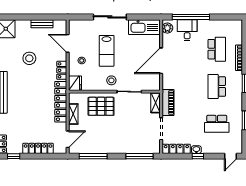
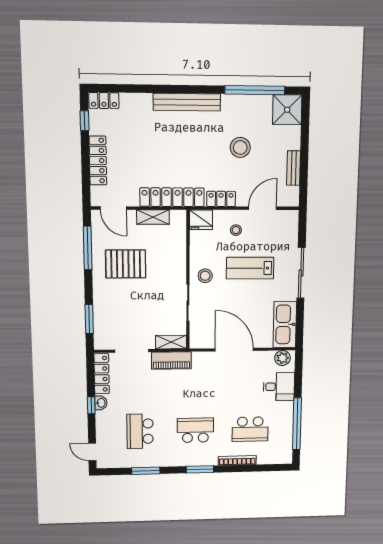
window: (191, 17) -> (297, 424), moved
pallet: (101, 106) -> (126, 264), moved, turned 90
window: (139, 156) -> (89, 319), width x0.69

